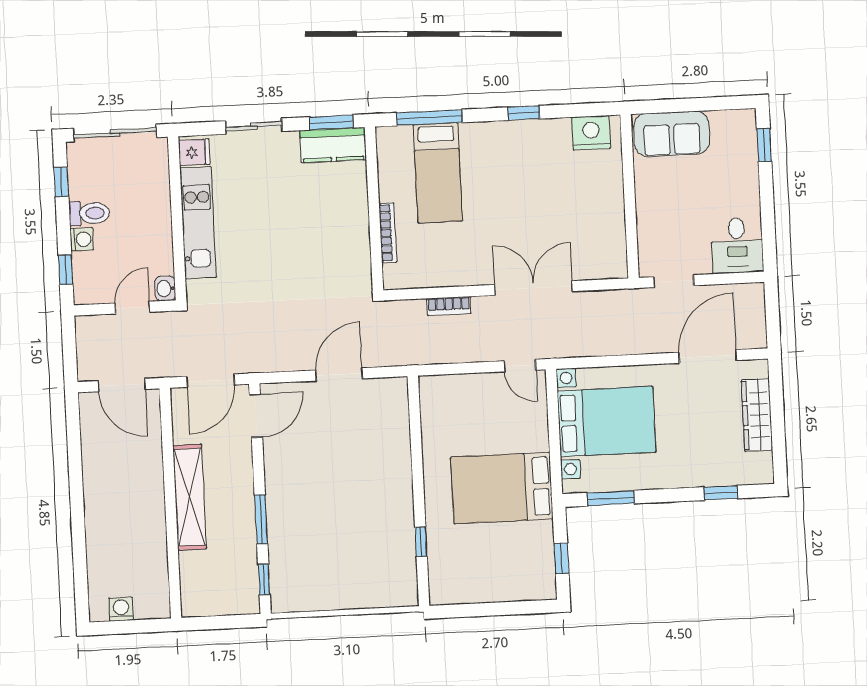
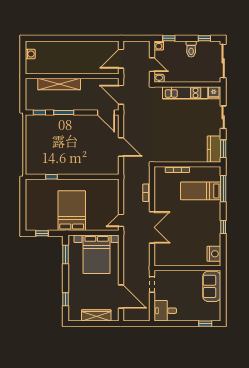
washing machine: (82, 239) -> (159, 45), moved
shelving: (190, 497) -> (59, 84), moved

